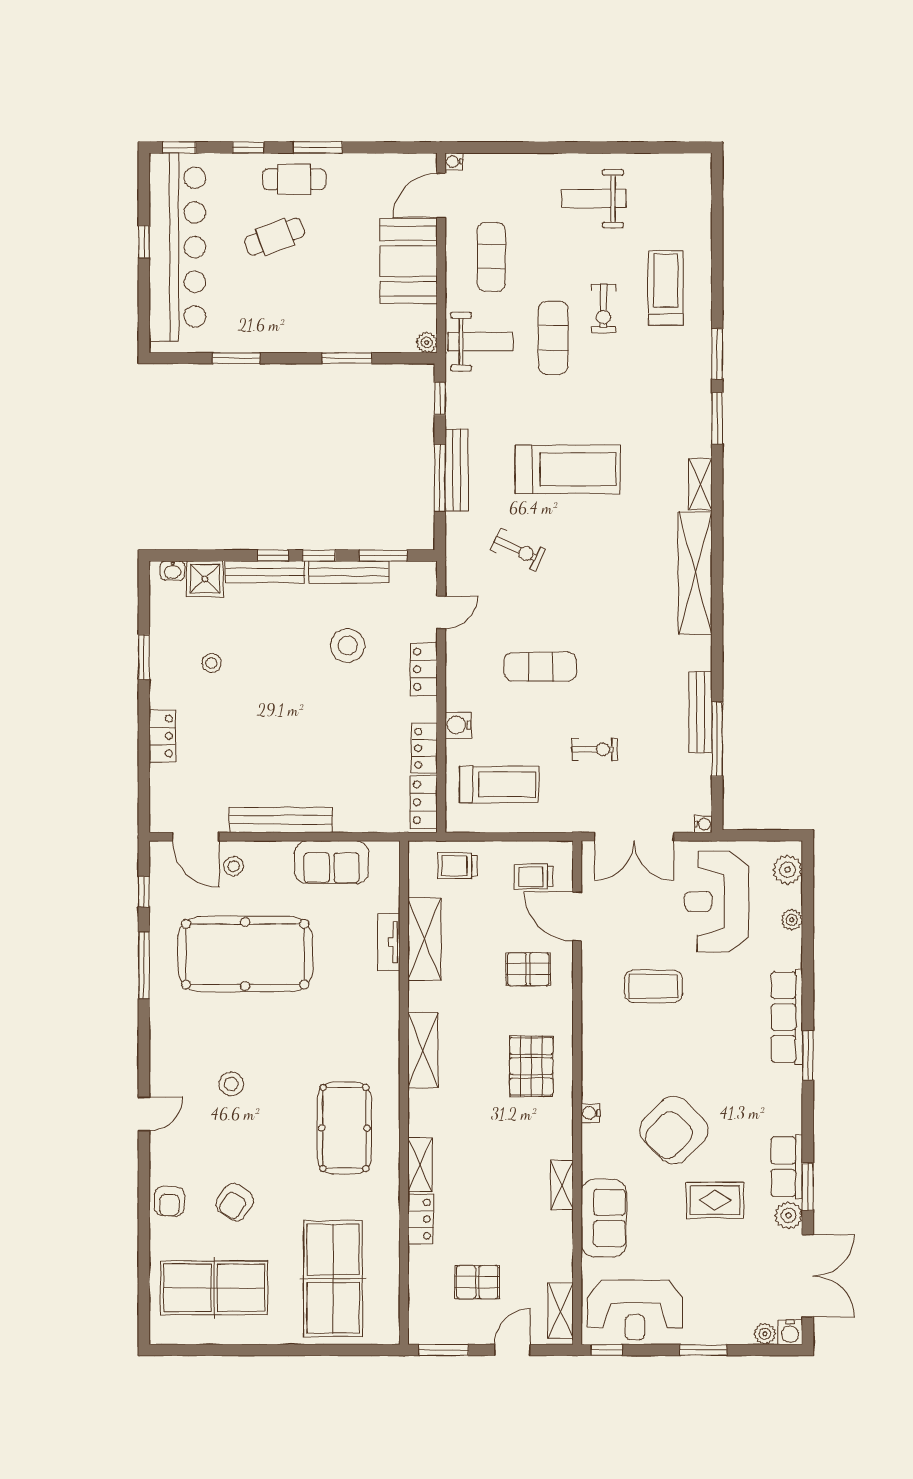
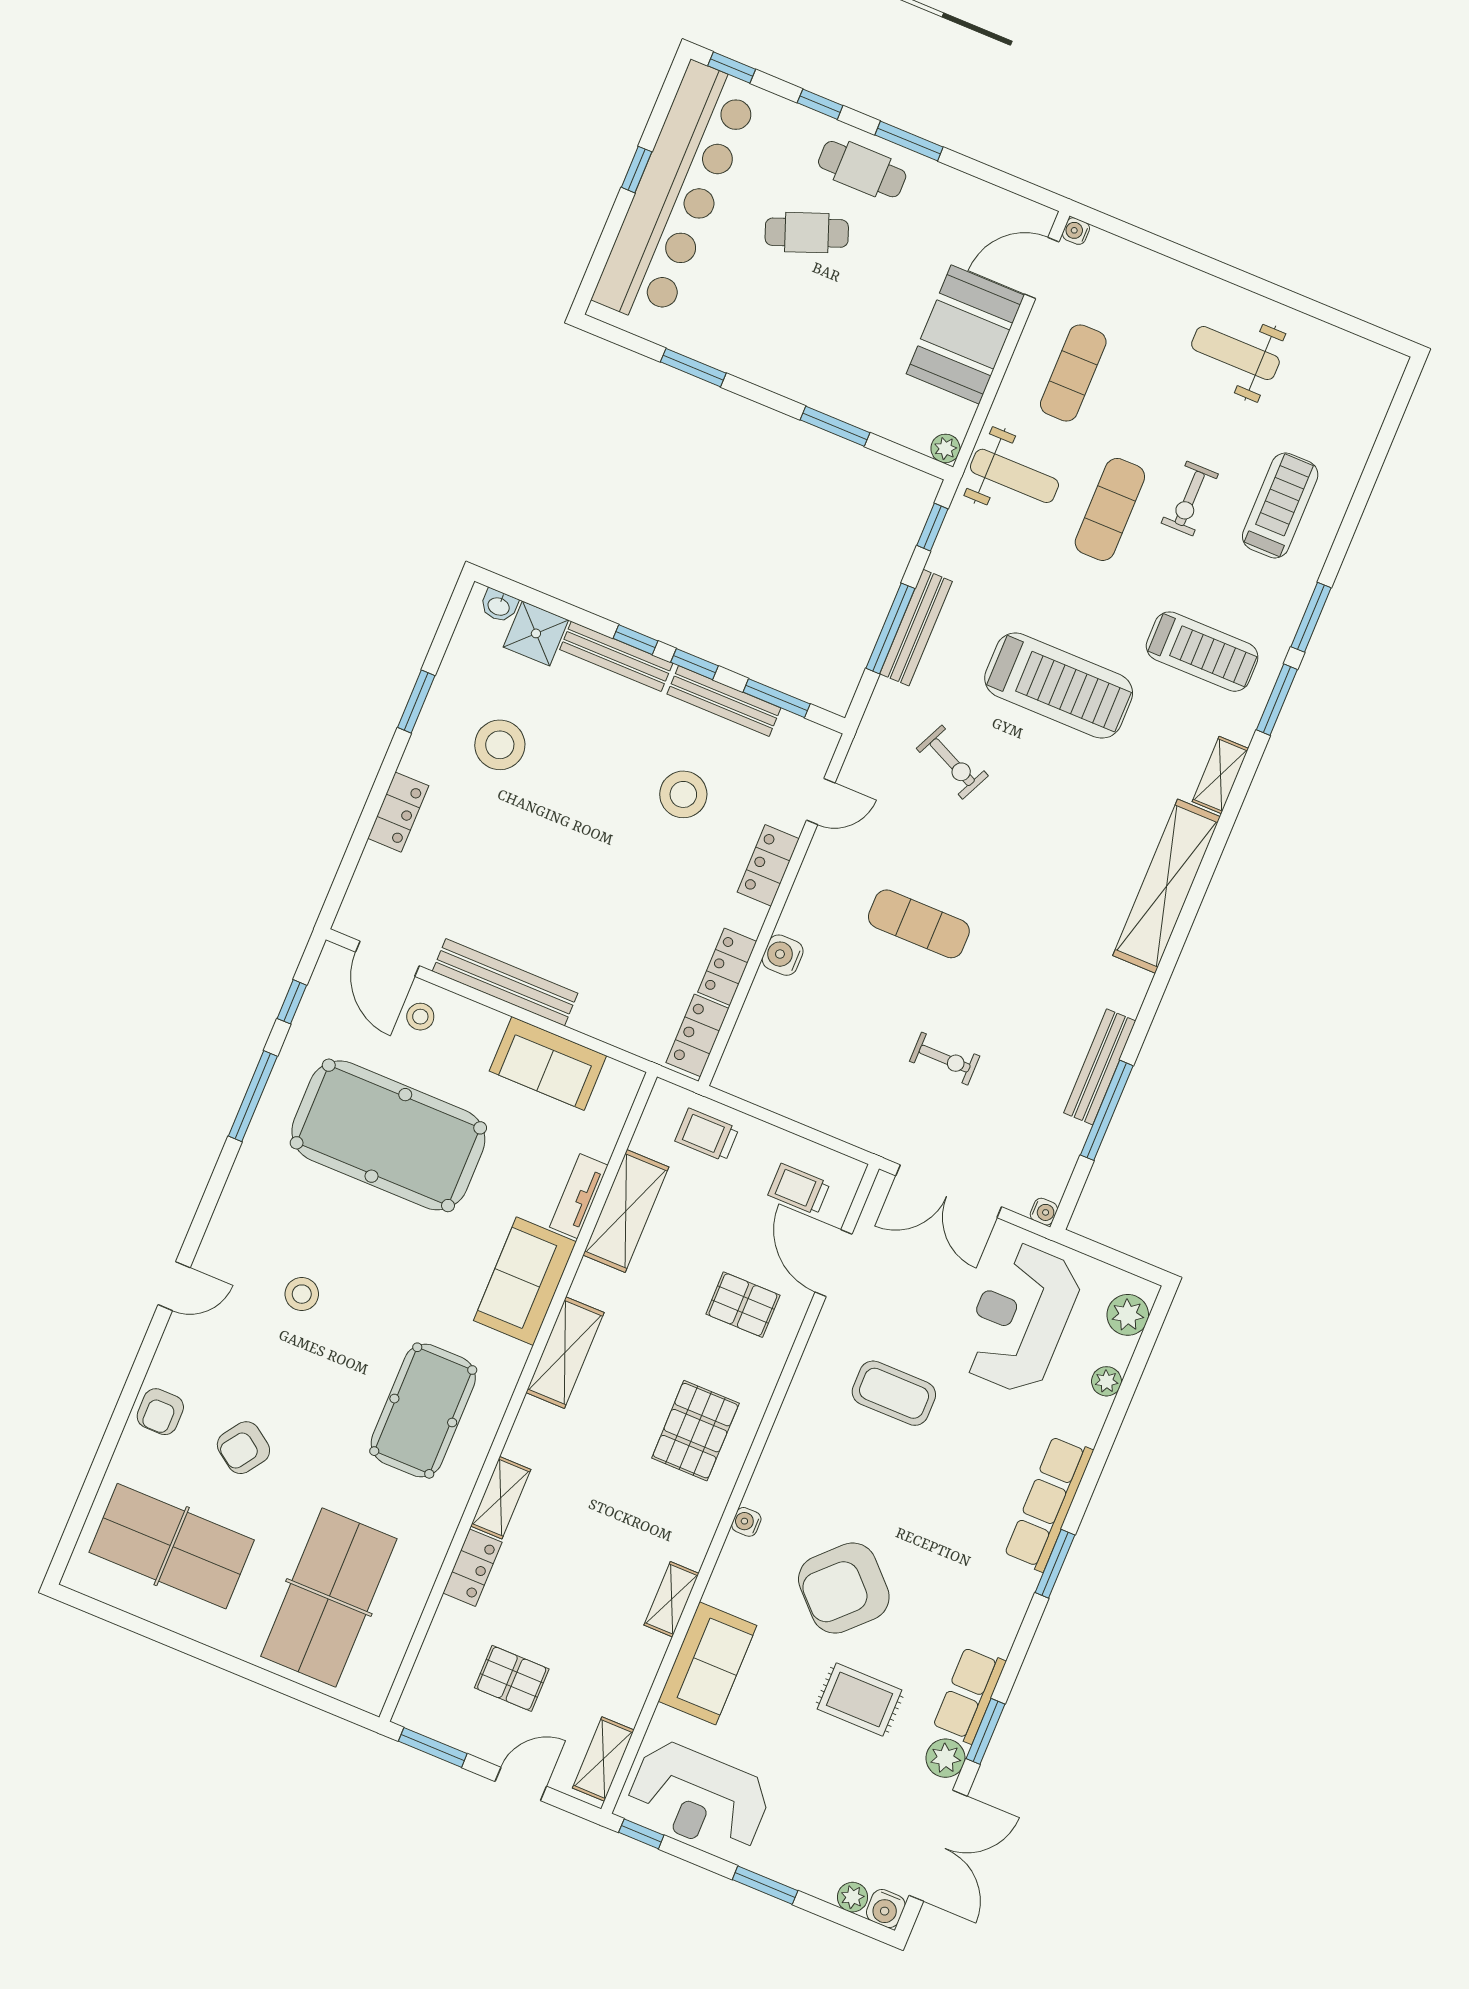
stool: (212, 663) -> (500, 745), width x1.89, depth x1.89
treadmill: (499, 784) -> (1202, 652), moved
sofa: (376, 1014) -> (525, 1281), added

